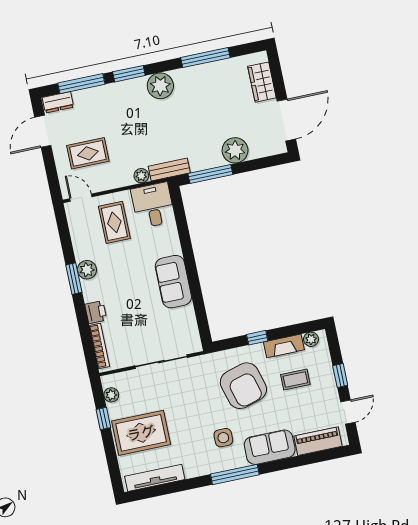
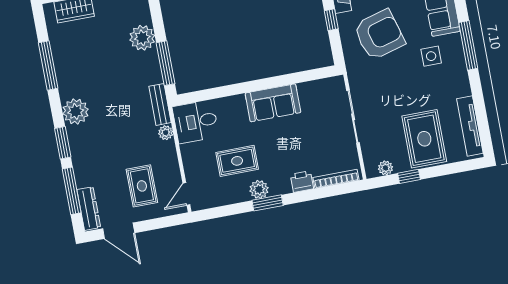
dresser: (58, 102) -> (89, 209), width x1.44
rug: (114, 222) -> (237, 161), moved

